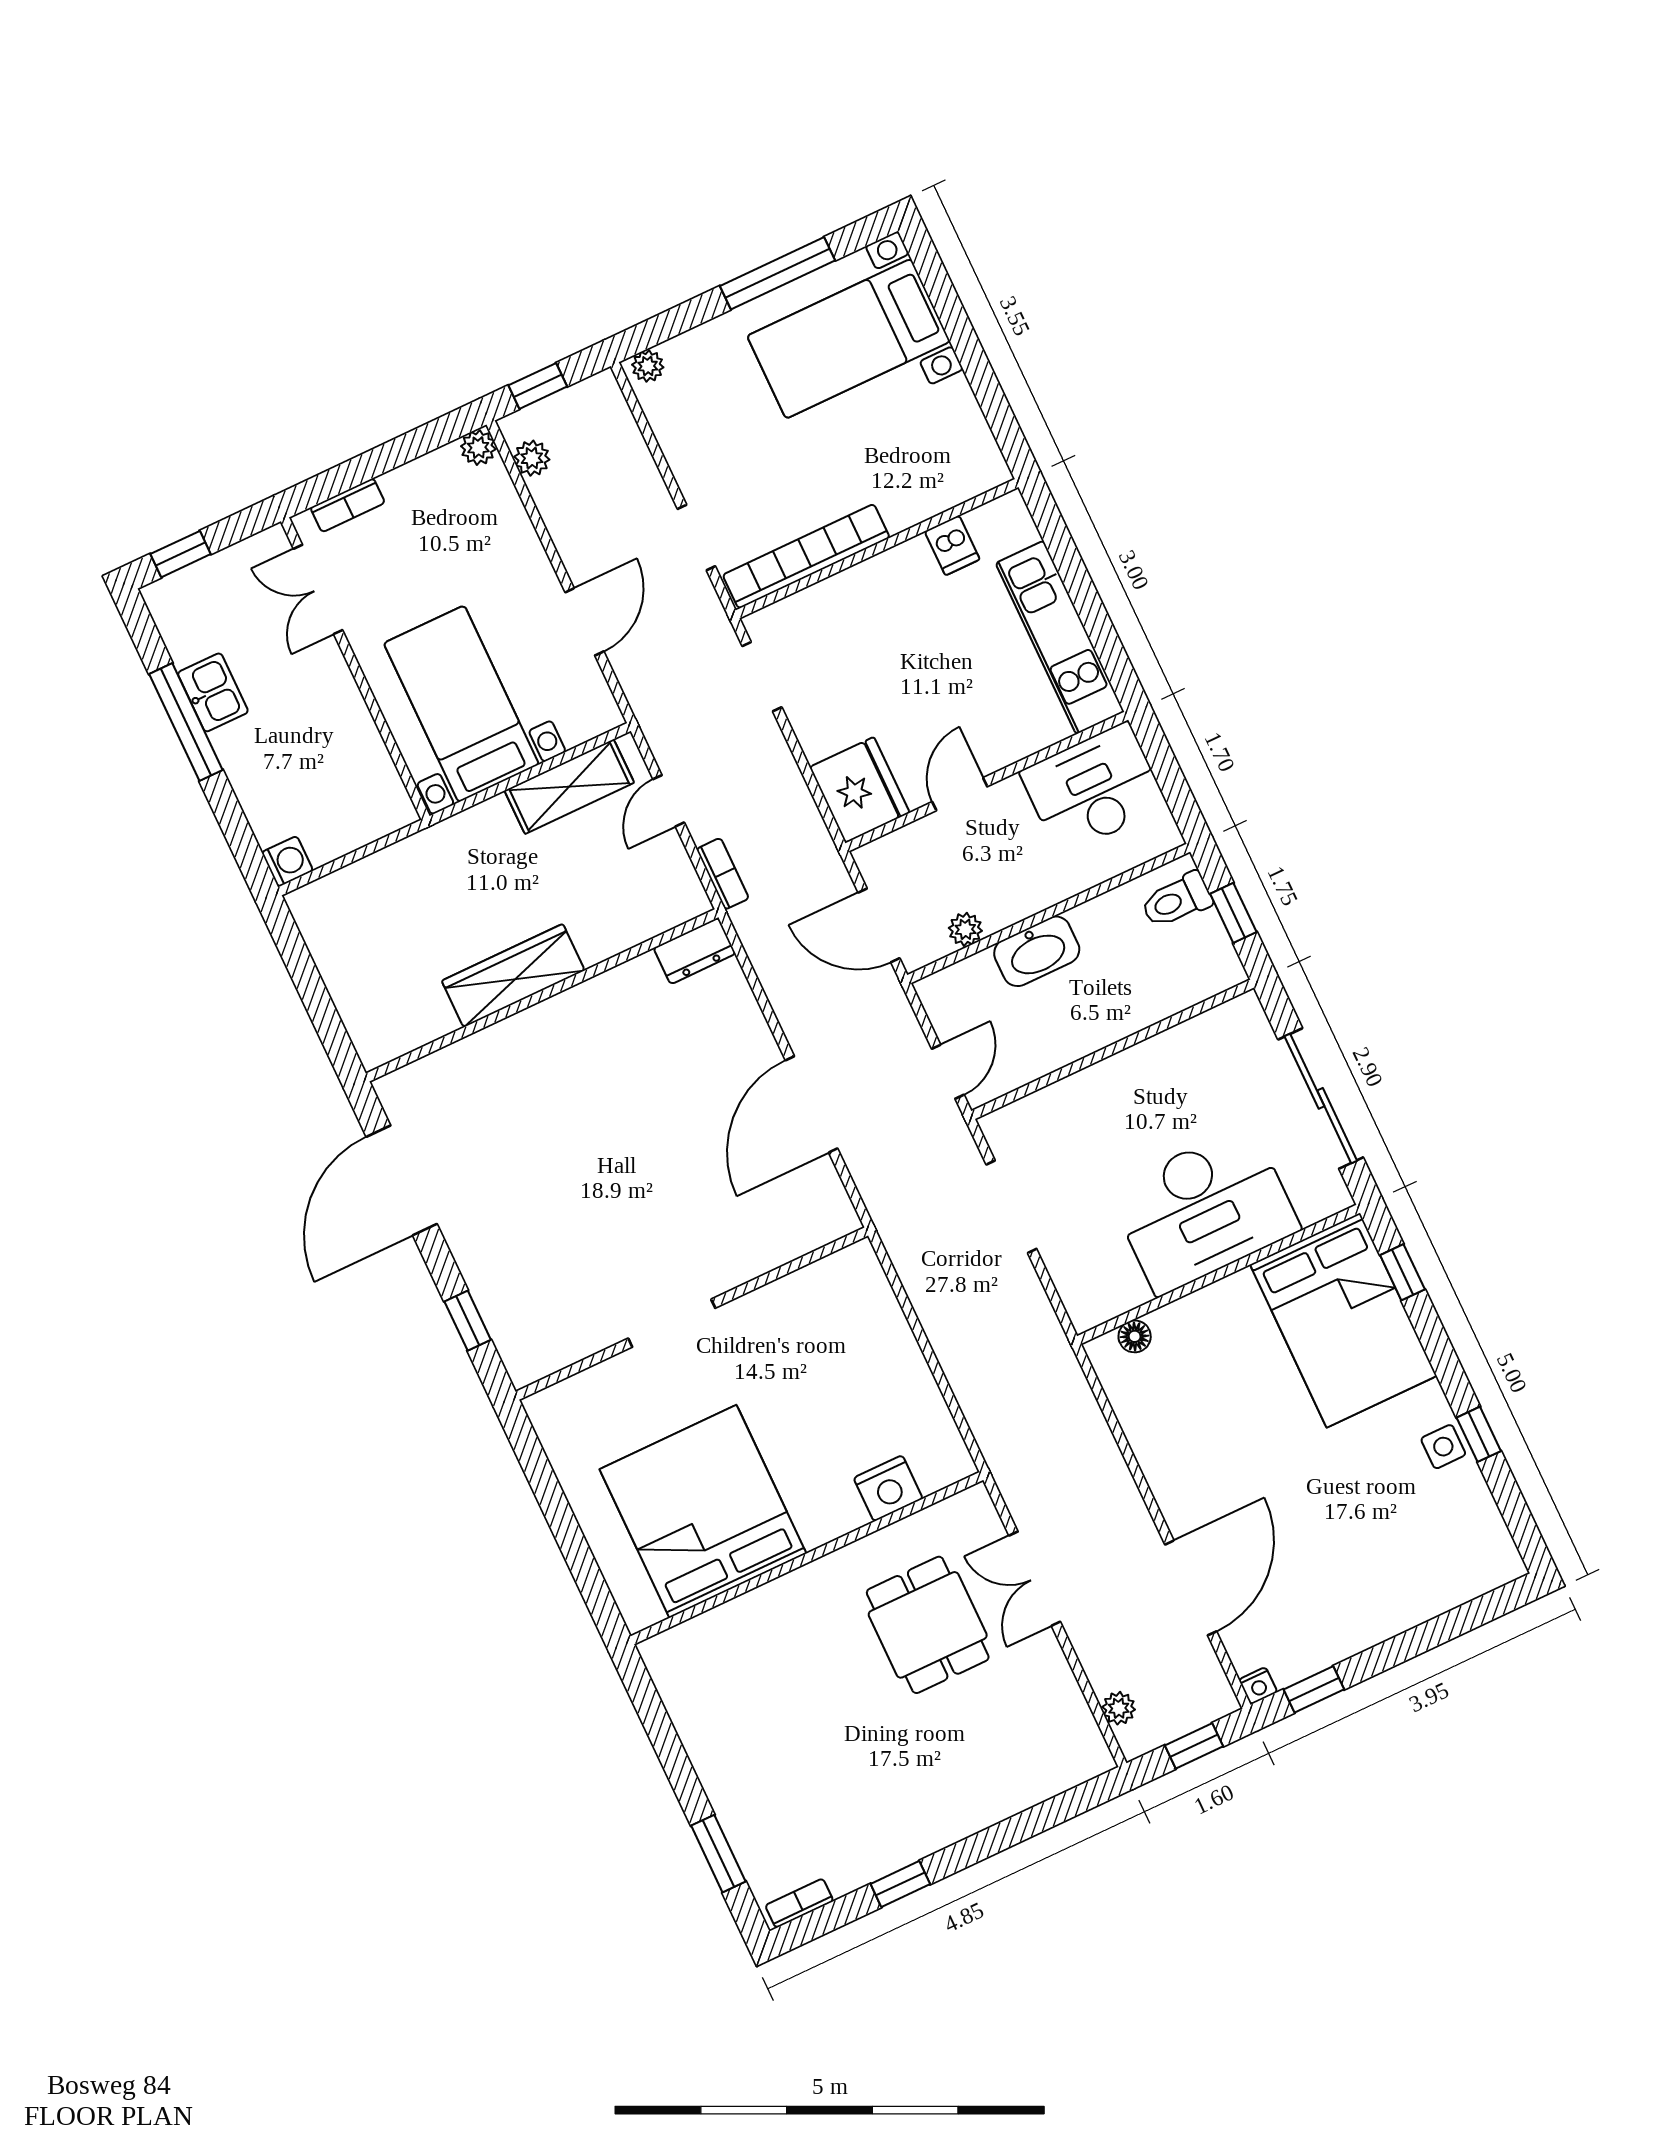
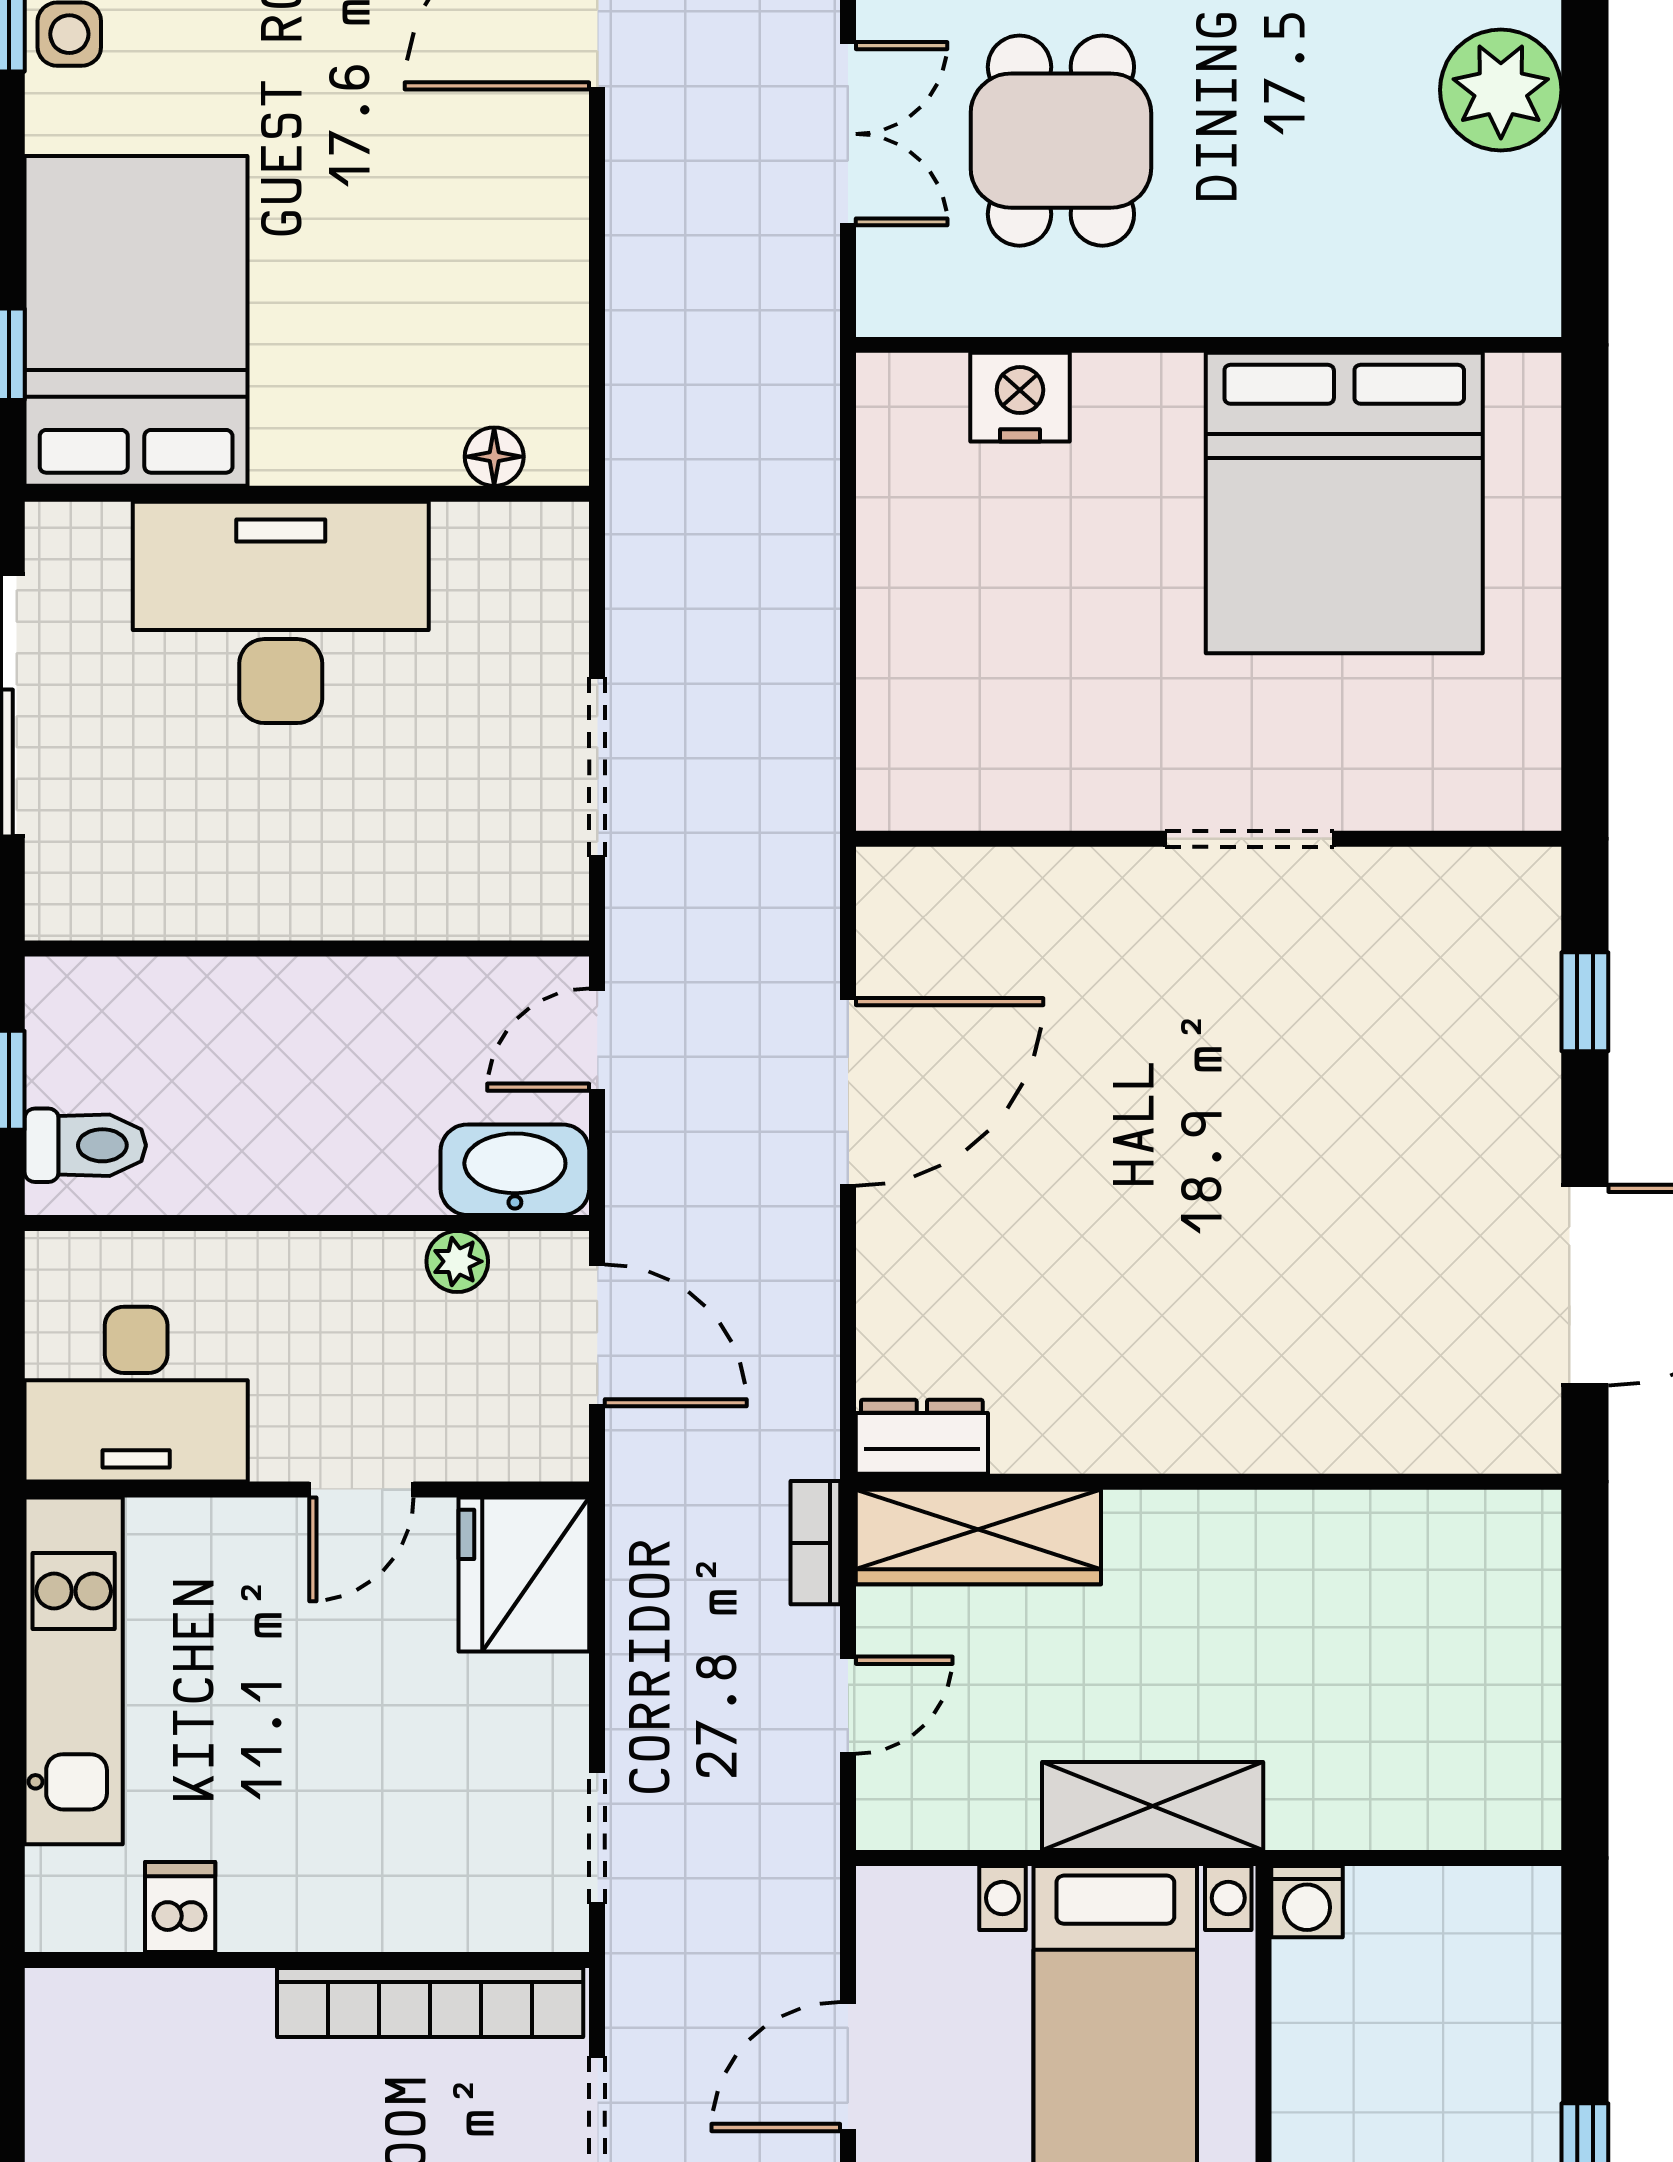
shelving: (569, 787) -> (1153, 1806), moved
washing machine: (287, 861) -> (1307, 1902), moved, turned -90
washbasin: (1037, 951) -> (515, 1170), moved
wardrobe: (513, 976) -> (978, 1537), moved
plant: (722, 1752) -> (1501, 90), added

